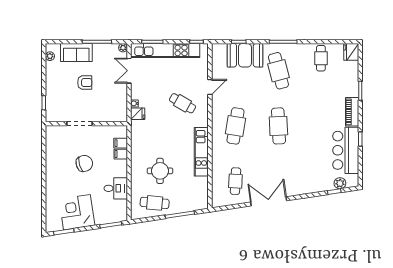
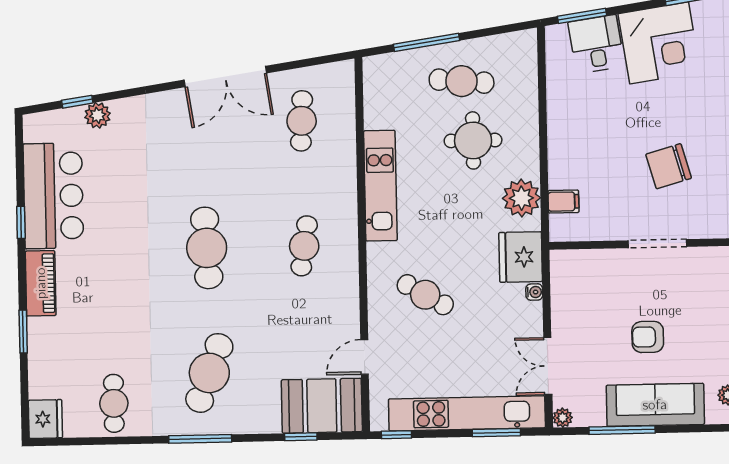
sofa: (76, 53) -> (655, 405), width x1.36
booth: (245, 55) -> (322, 406), moved
double door: (129, 71) -> (548, 366), swing flipped
cafe table: (278, 71) -> (209, 373), turned 36
door: (210, 87) -> (365, 357), moved
fridge: (138, 114) -> (521, 257), width x1.88, depth x1.34
cafe table: (235, 126) -> (304, 246), width x0.73, depth x0.74
plant: (139, 145) -> (521, 198), added
filing cabinet: (121, 154) -> (563, 177), removed
chair: (84, 163) -> (669, 166), moved
plant: (340, 183) -> (98, 115), moved
desk: (116, 188) -> (596, 44), moved, turned 82
cafe table: (155, 203) -> (462, 81), moved

